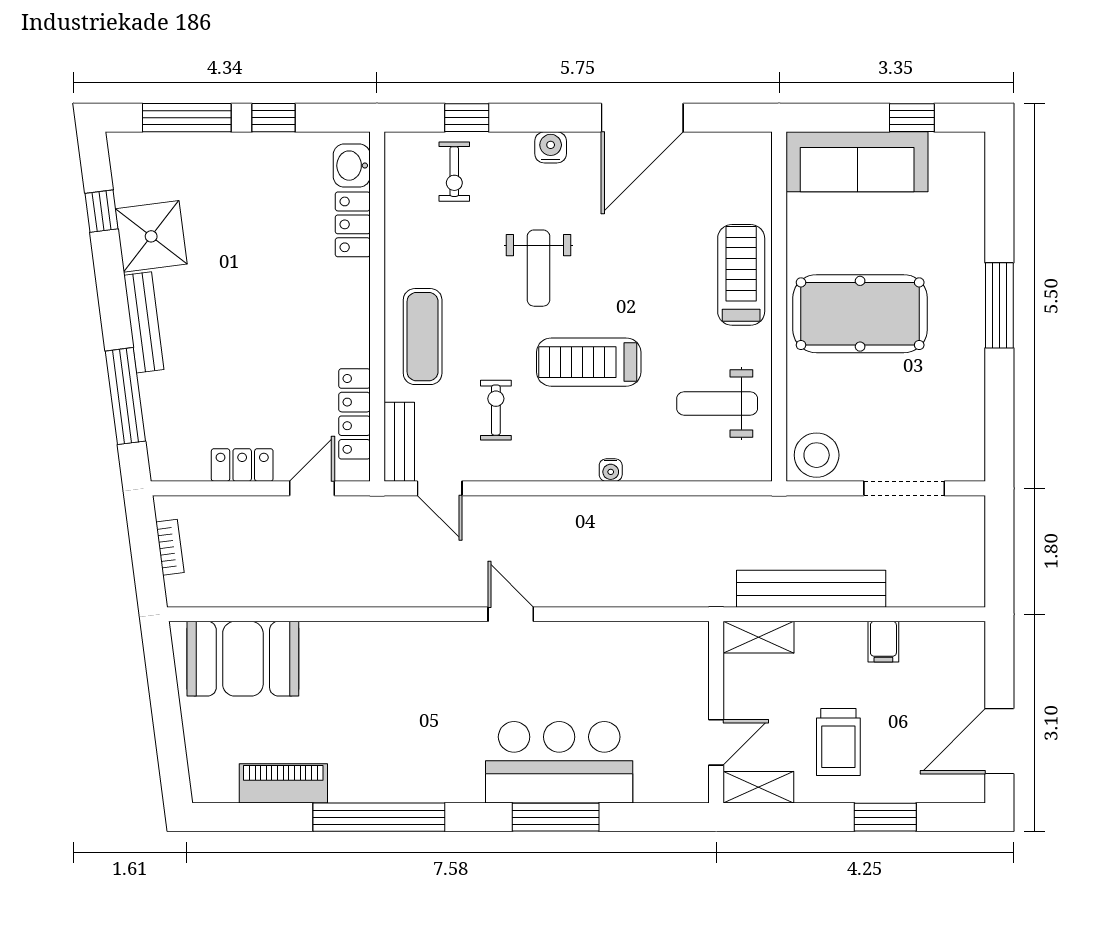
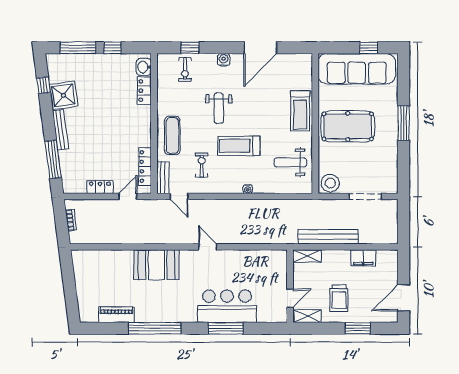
sofa: (857, 162) -> (357, 69), width x1.36, depth x1.27
treadmill: (741, 275) -> (300, 111), turned 180
filing cabinet: (883, 642) -> (363, 258), width x2.00
booth: (243, 659) -> (156, 265), moved

